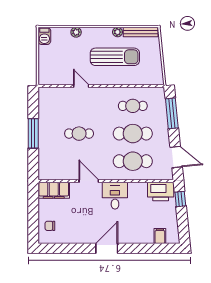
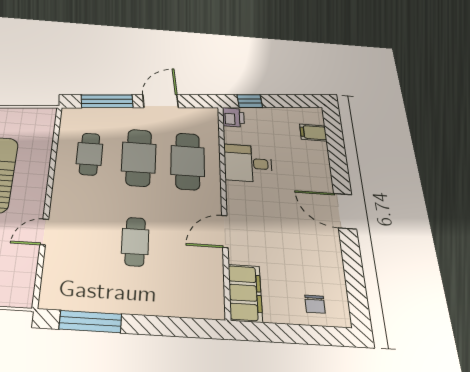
window: (33, 133) -> (90, 322), moved
door: (176, 157) -> (160, 101), moved
printer: (161, 192) -> (233, 117), width x0.53, depth x0.68
desk: (115, 196) -> (248, 163), moved

